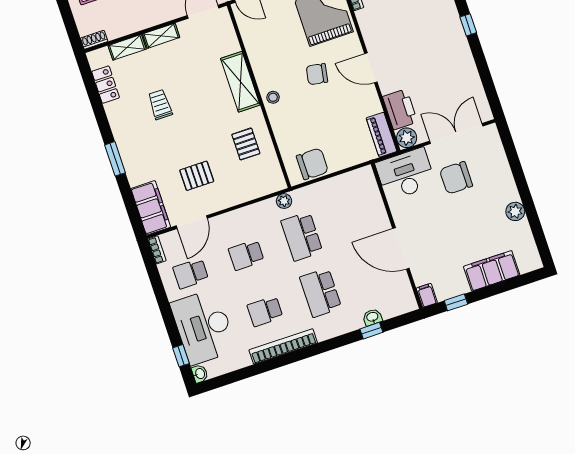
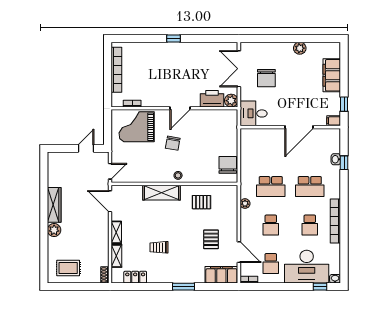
piano: (381, 135) -> (224, 116), removed
desk: (405, 174) -> (254, 113), width x0.73
plant: (284, 201) -> (245, 204), moved

